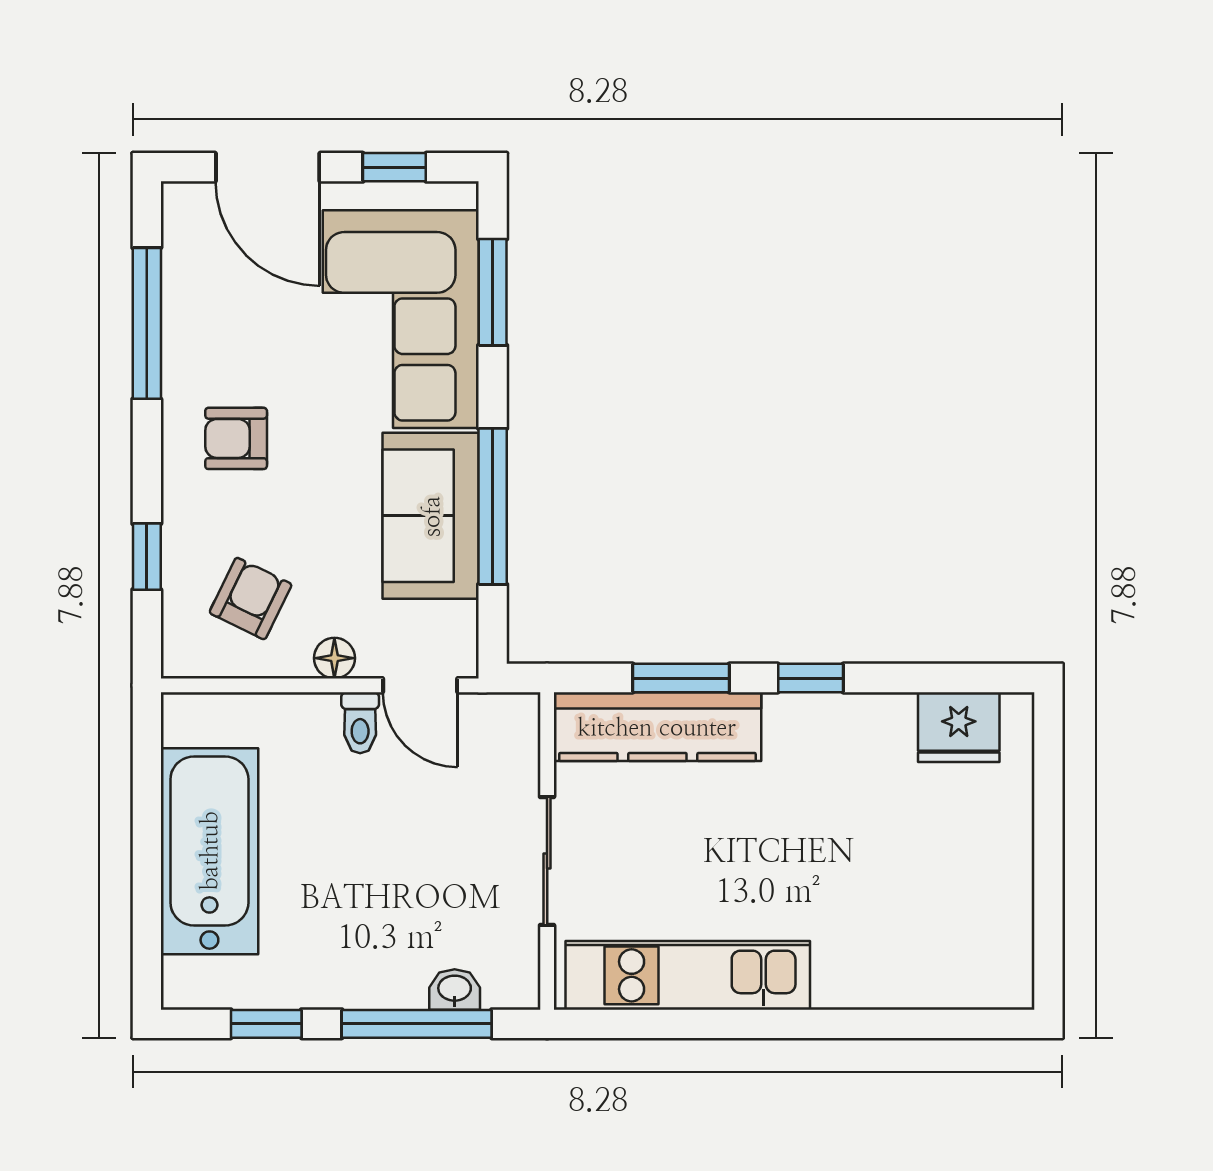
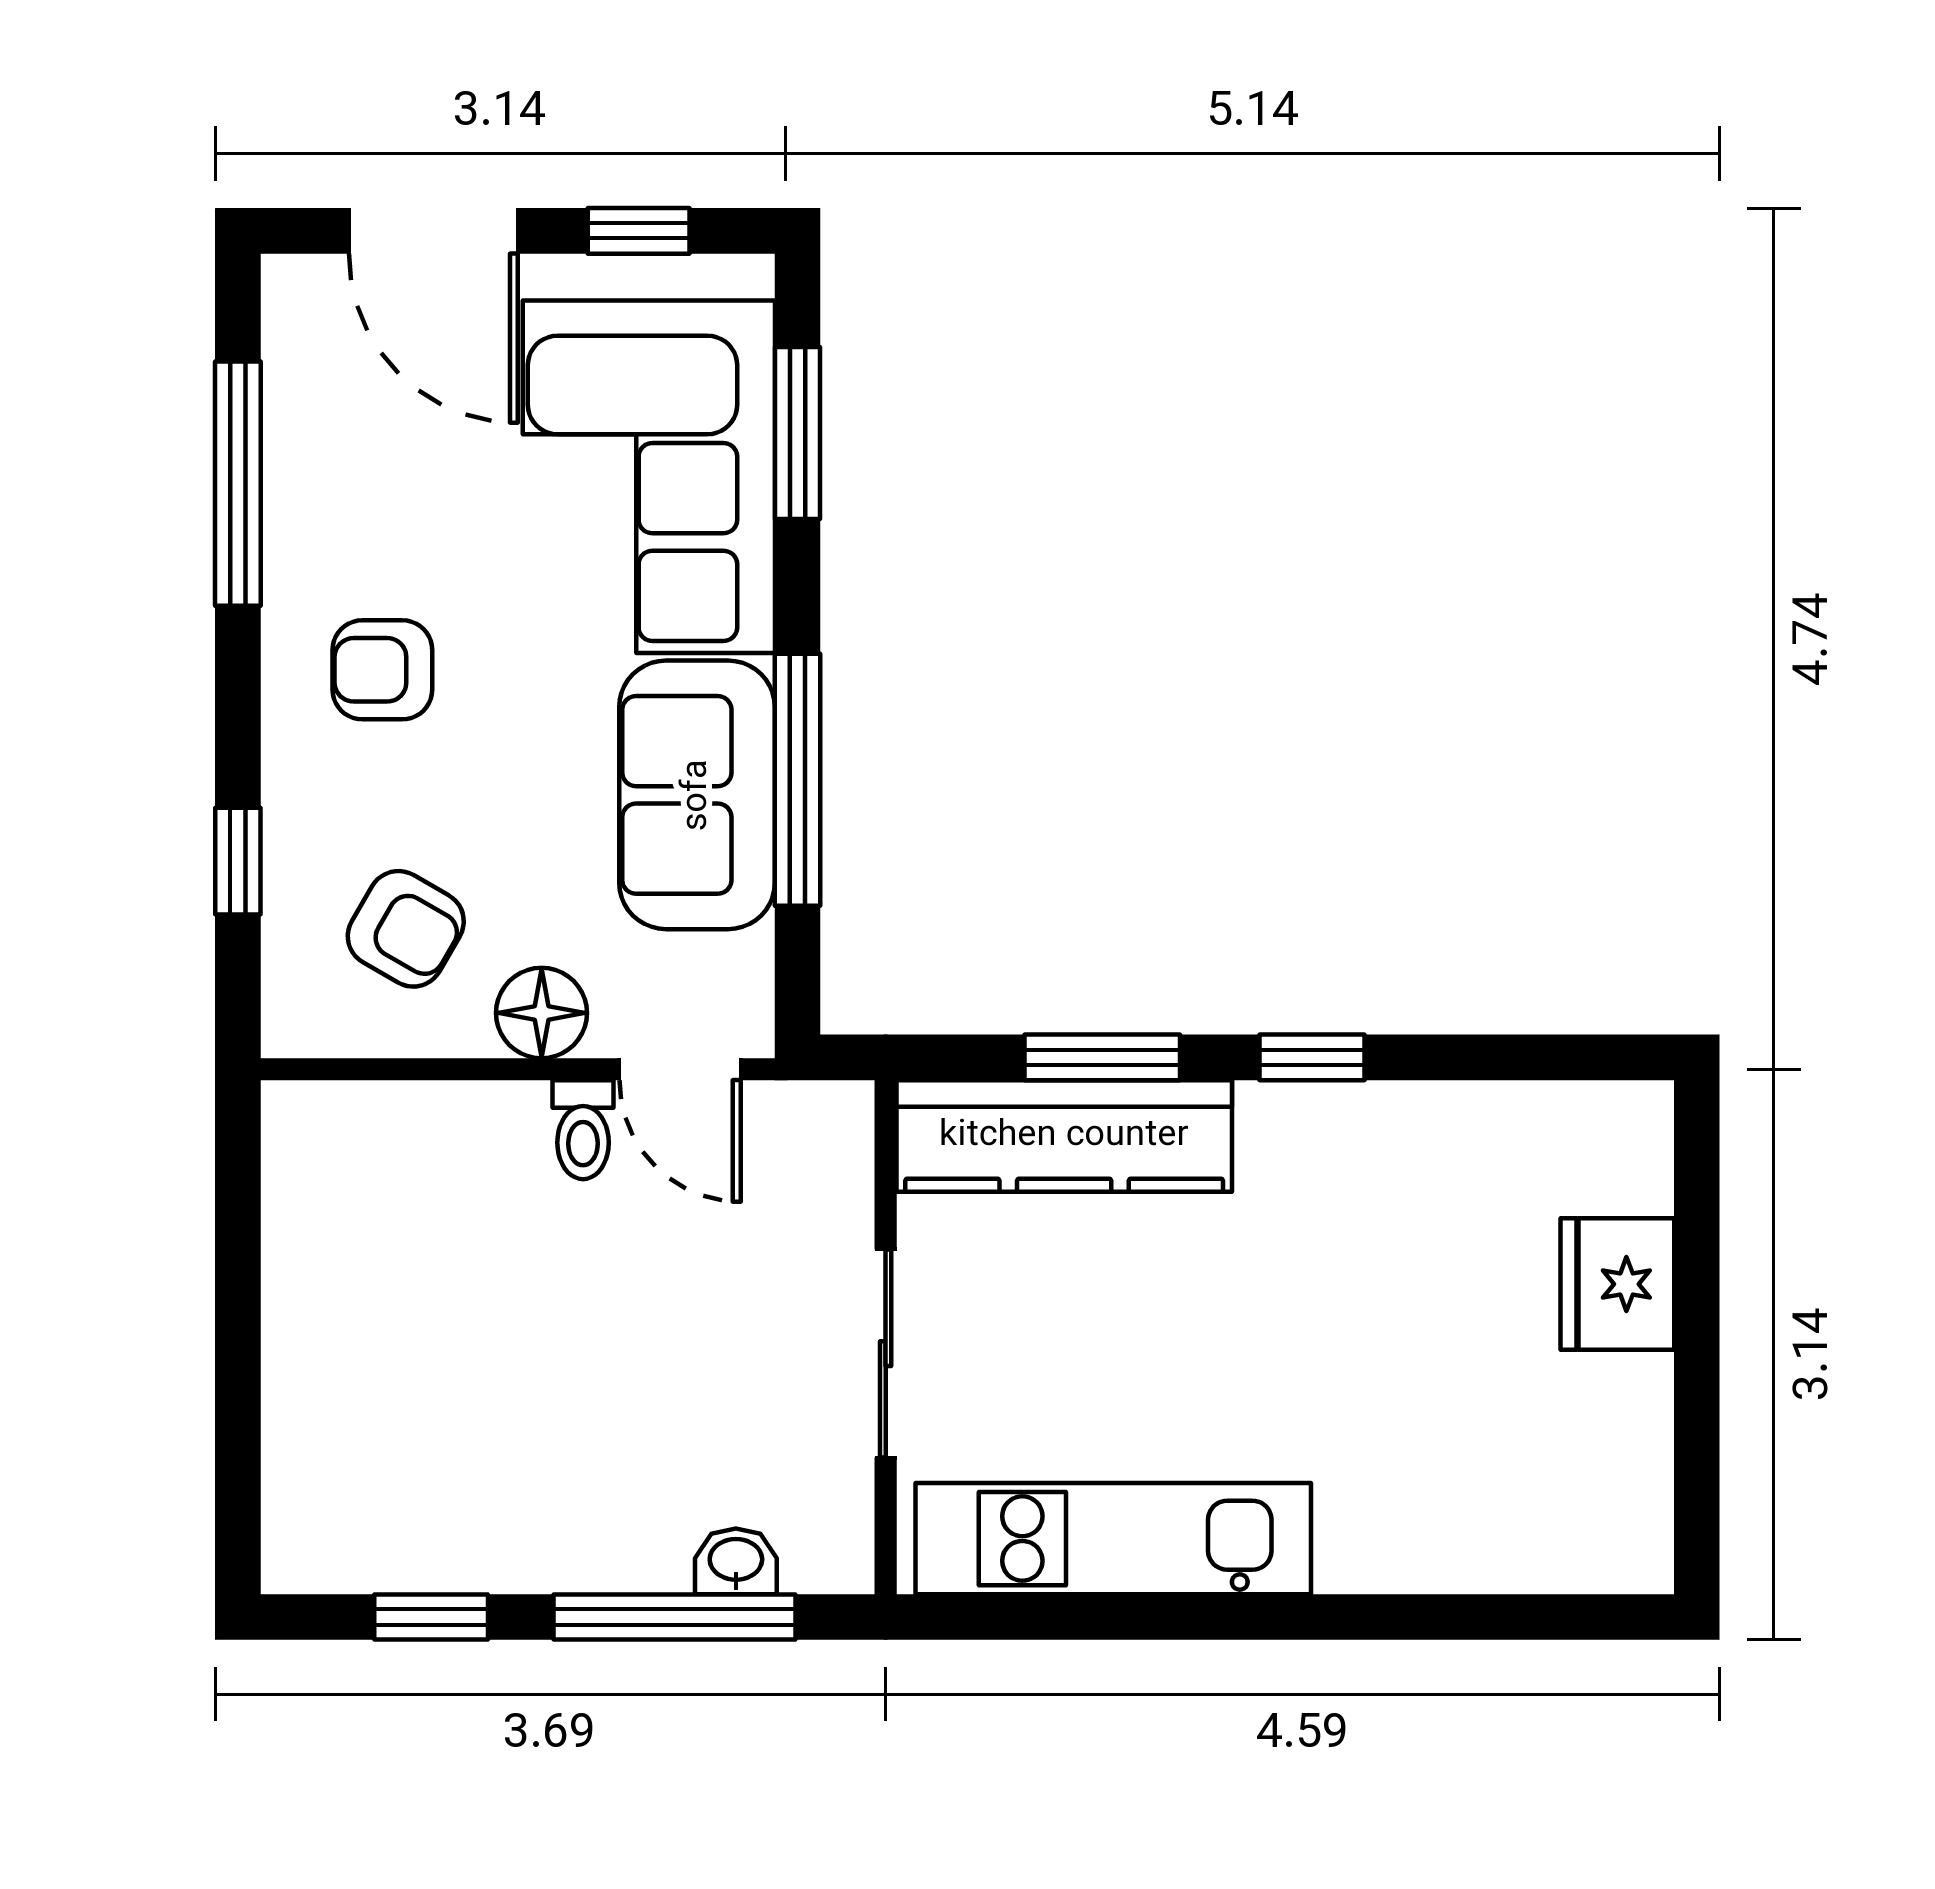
armchair: (251, 599) -> (406, 929), turned 94
floor lamp: (334, 658) -> (542, 1013), width x1.37, depth x1.37
fridge: (959, 727) -> (1617, 1284), moved, turned 90
bathtub: (209, 851) -> (339, 1338), removed

